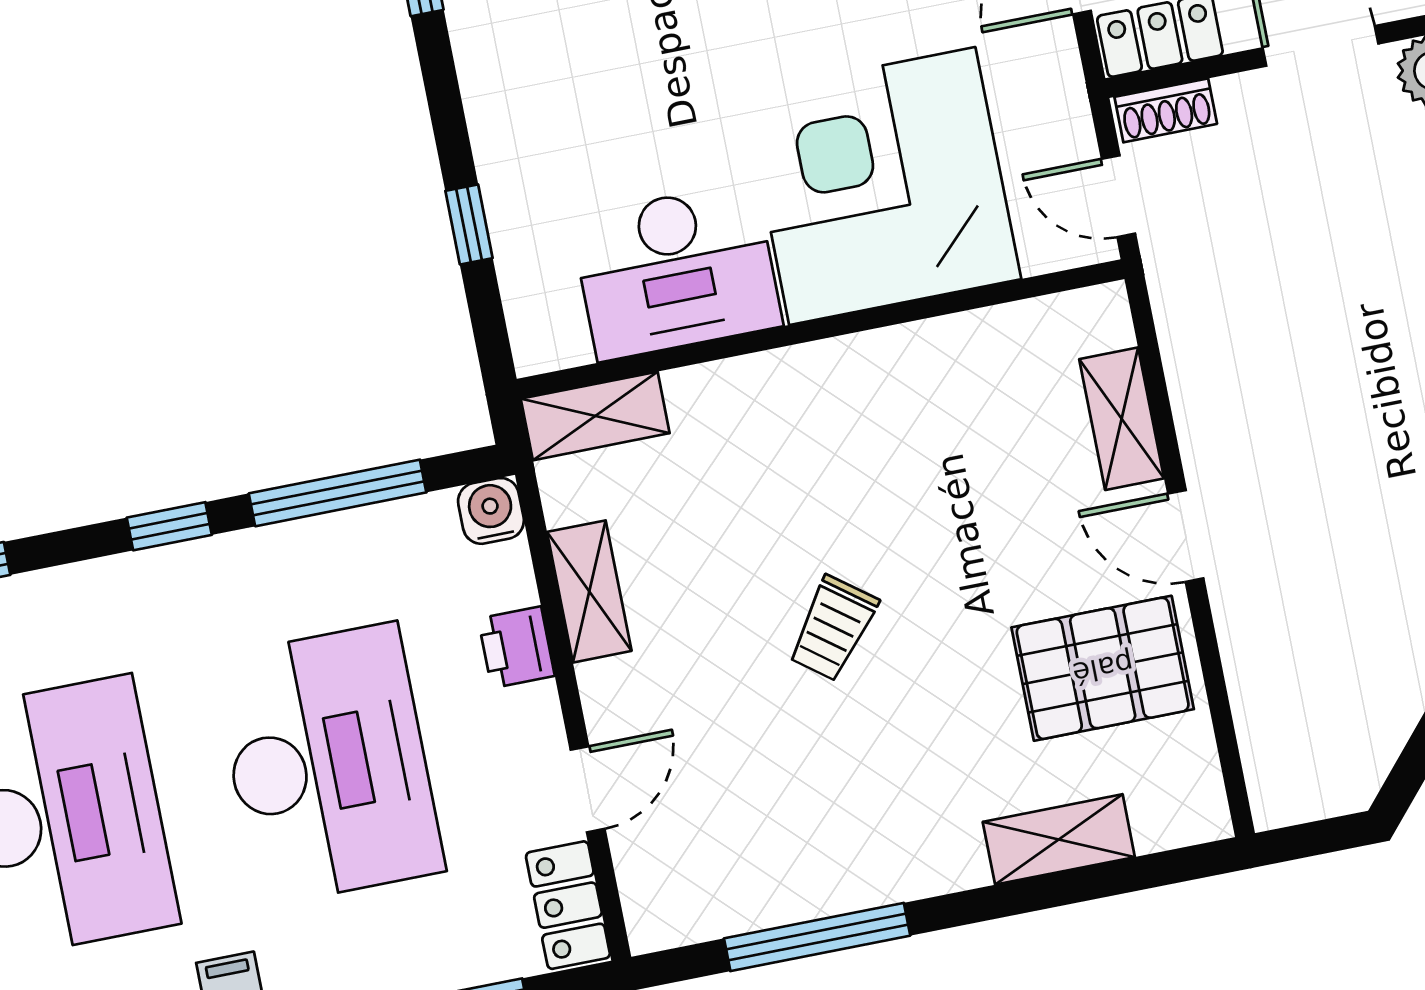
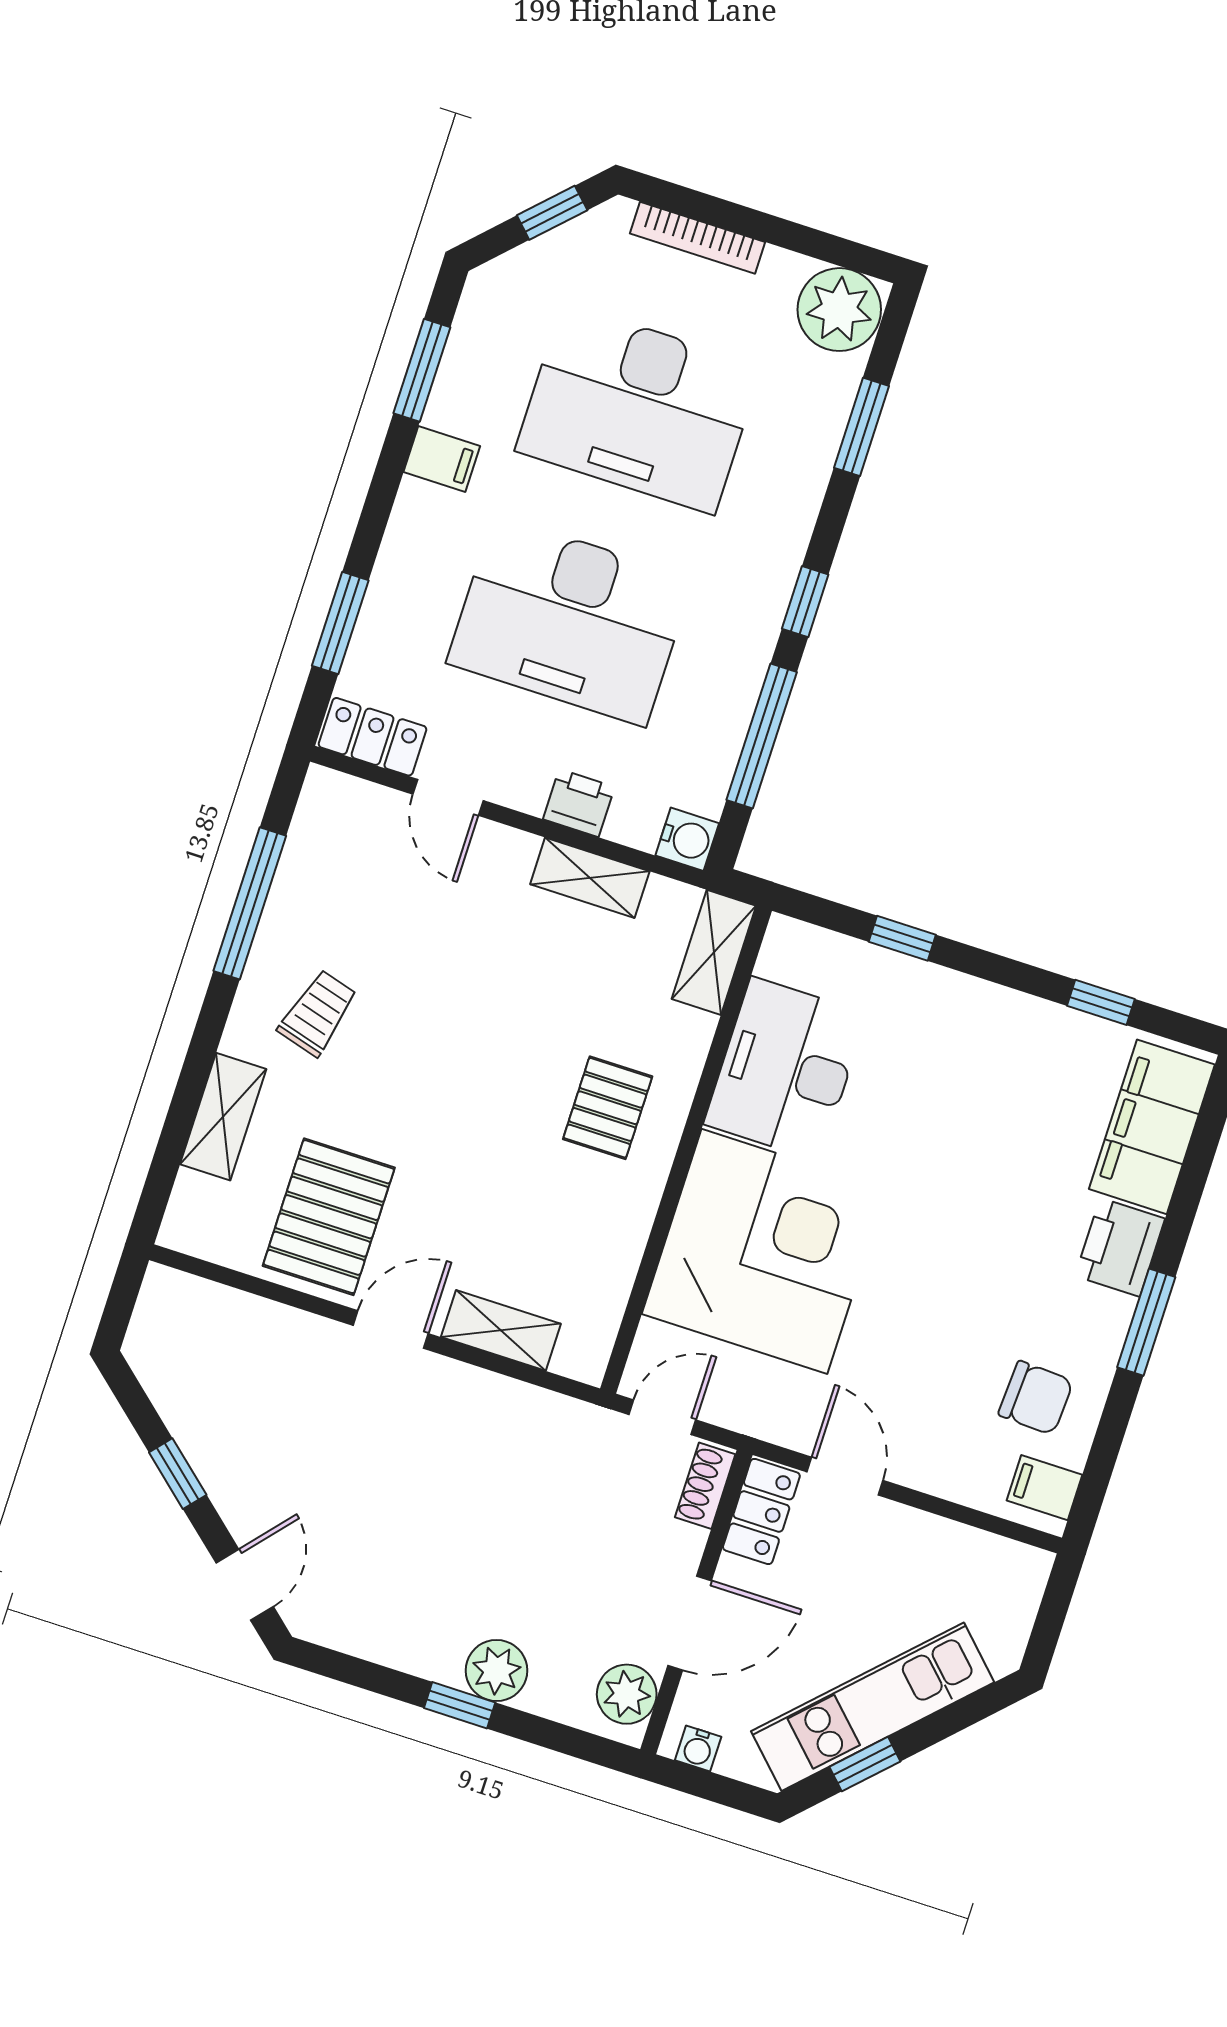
pallet: (823, 437) -> (608, 1108), added
trolley: (833, 628) -> (318, 1013), moved, turned 69

